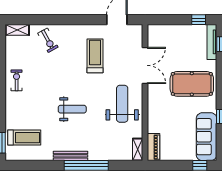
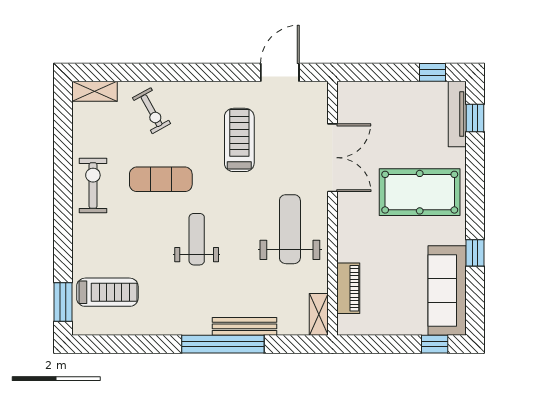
exercise mat: (53, 77) -> (161, 179), added
exercise bike: (17, 80) -> (93, 186), width x1.38, depth x1.39
weight bench: (72, 109) -> (197, 239), turned -90
piano: (153, 147) -> (348, 288), moved
bench: (70, 156) -> (244, 326), moved

